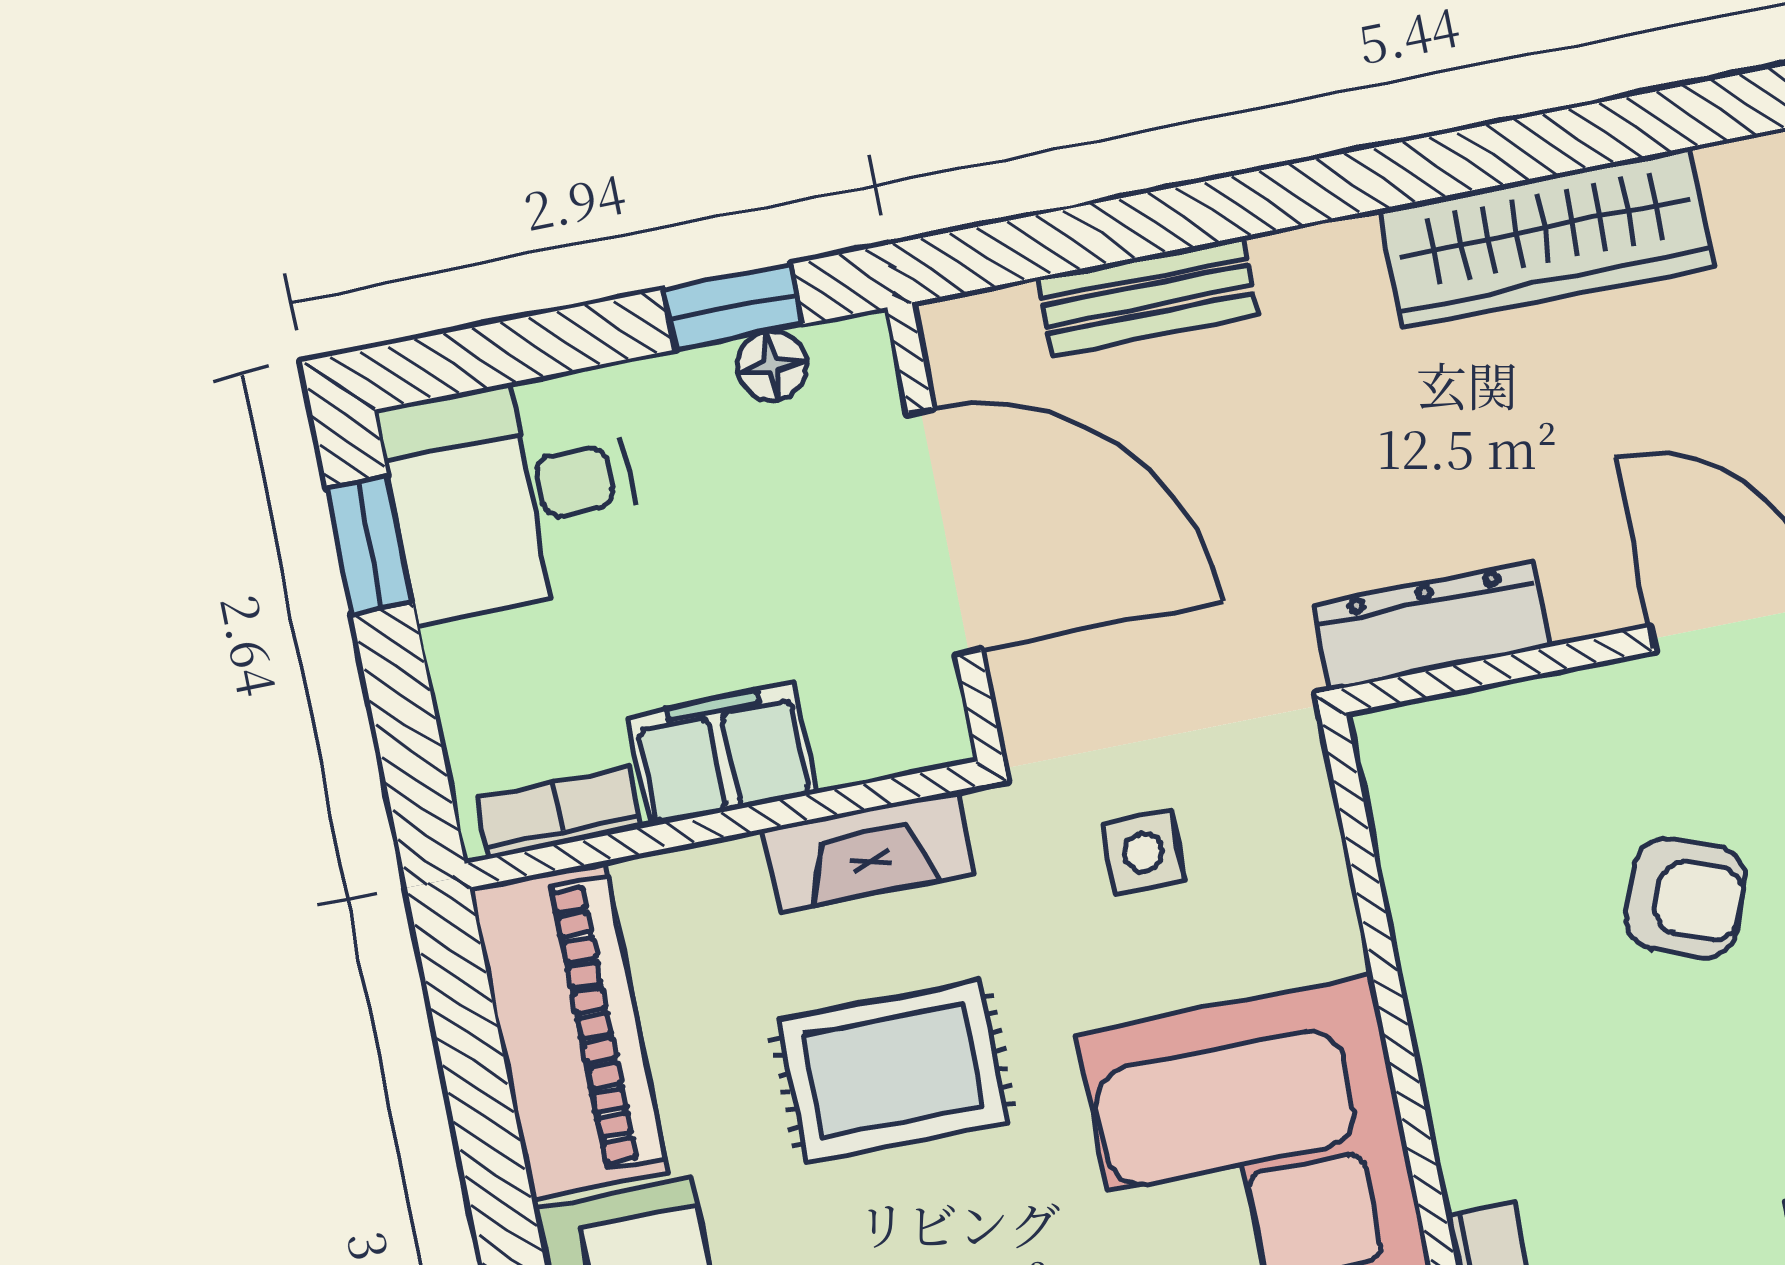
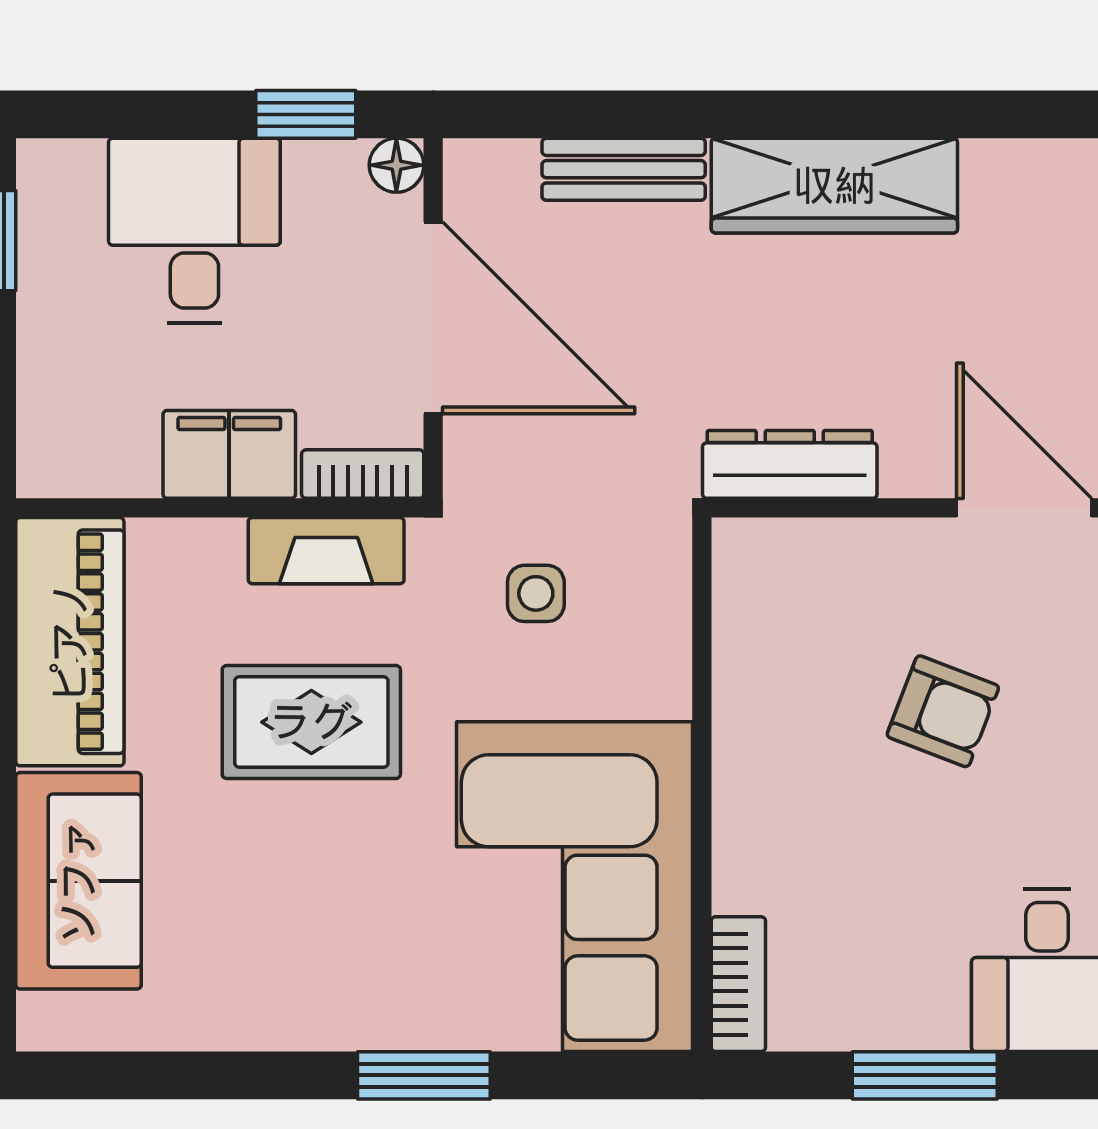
wardrobe: (1546, 238) -> (834, 186), moved
floor lamp: (772, 366) -> (396, 165), moved
desk: (512, 495) -> (194, 231), moved, turned 90
bookcase: (559, 813) -> (363, 474), moved

